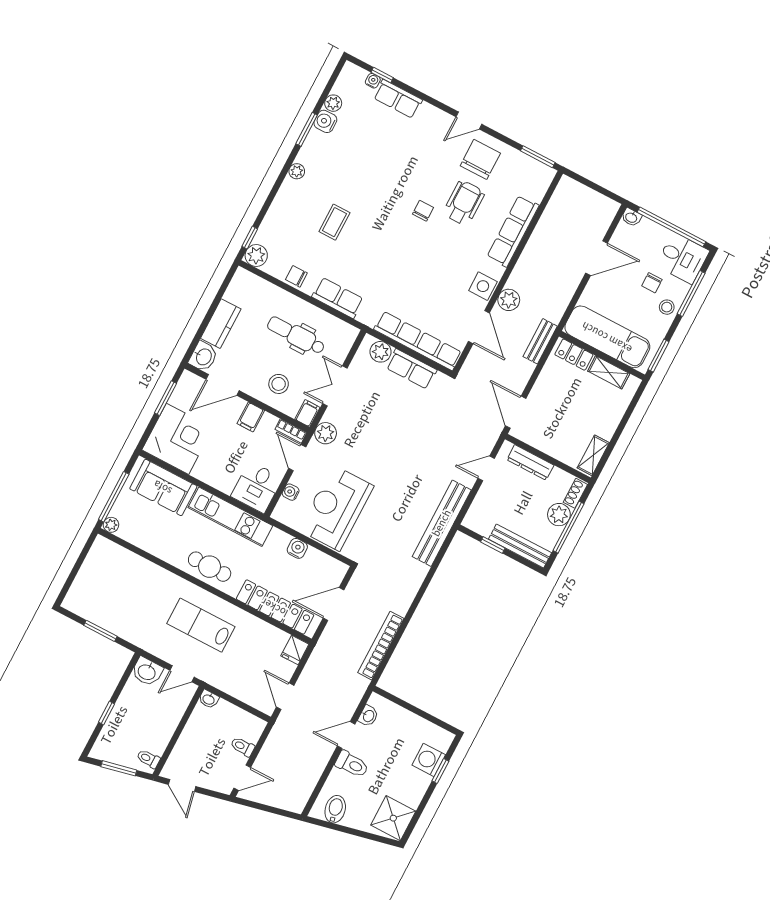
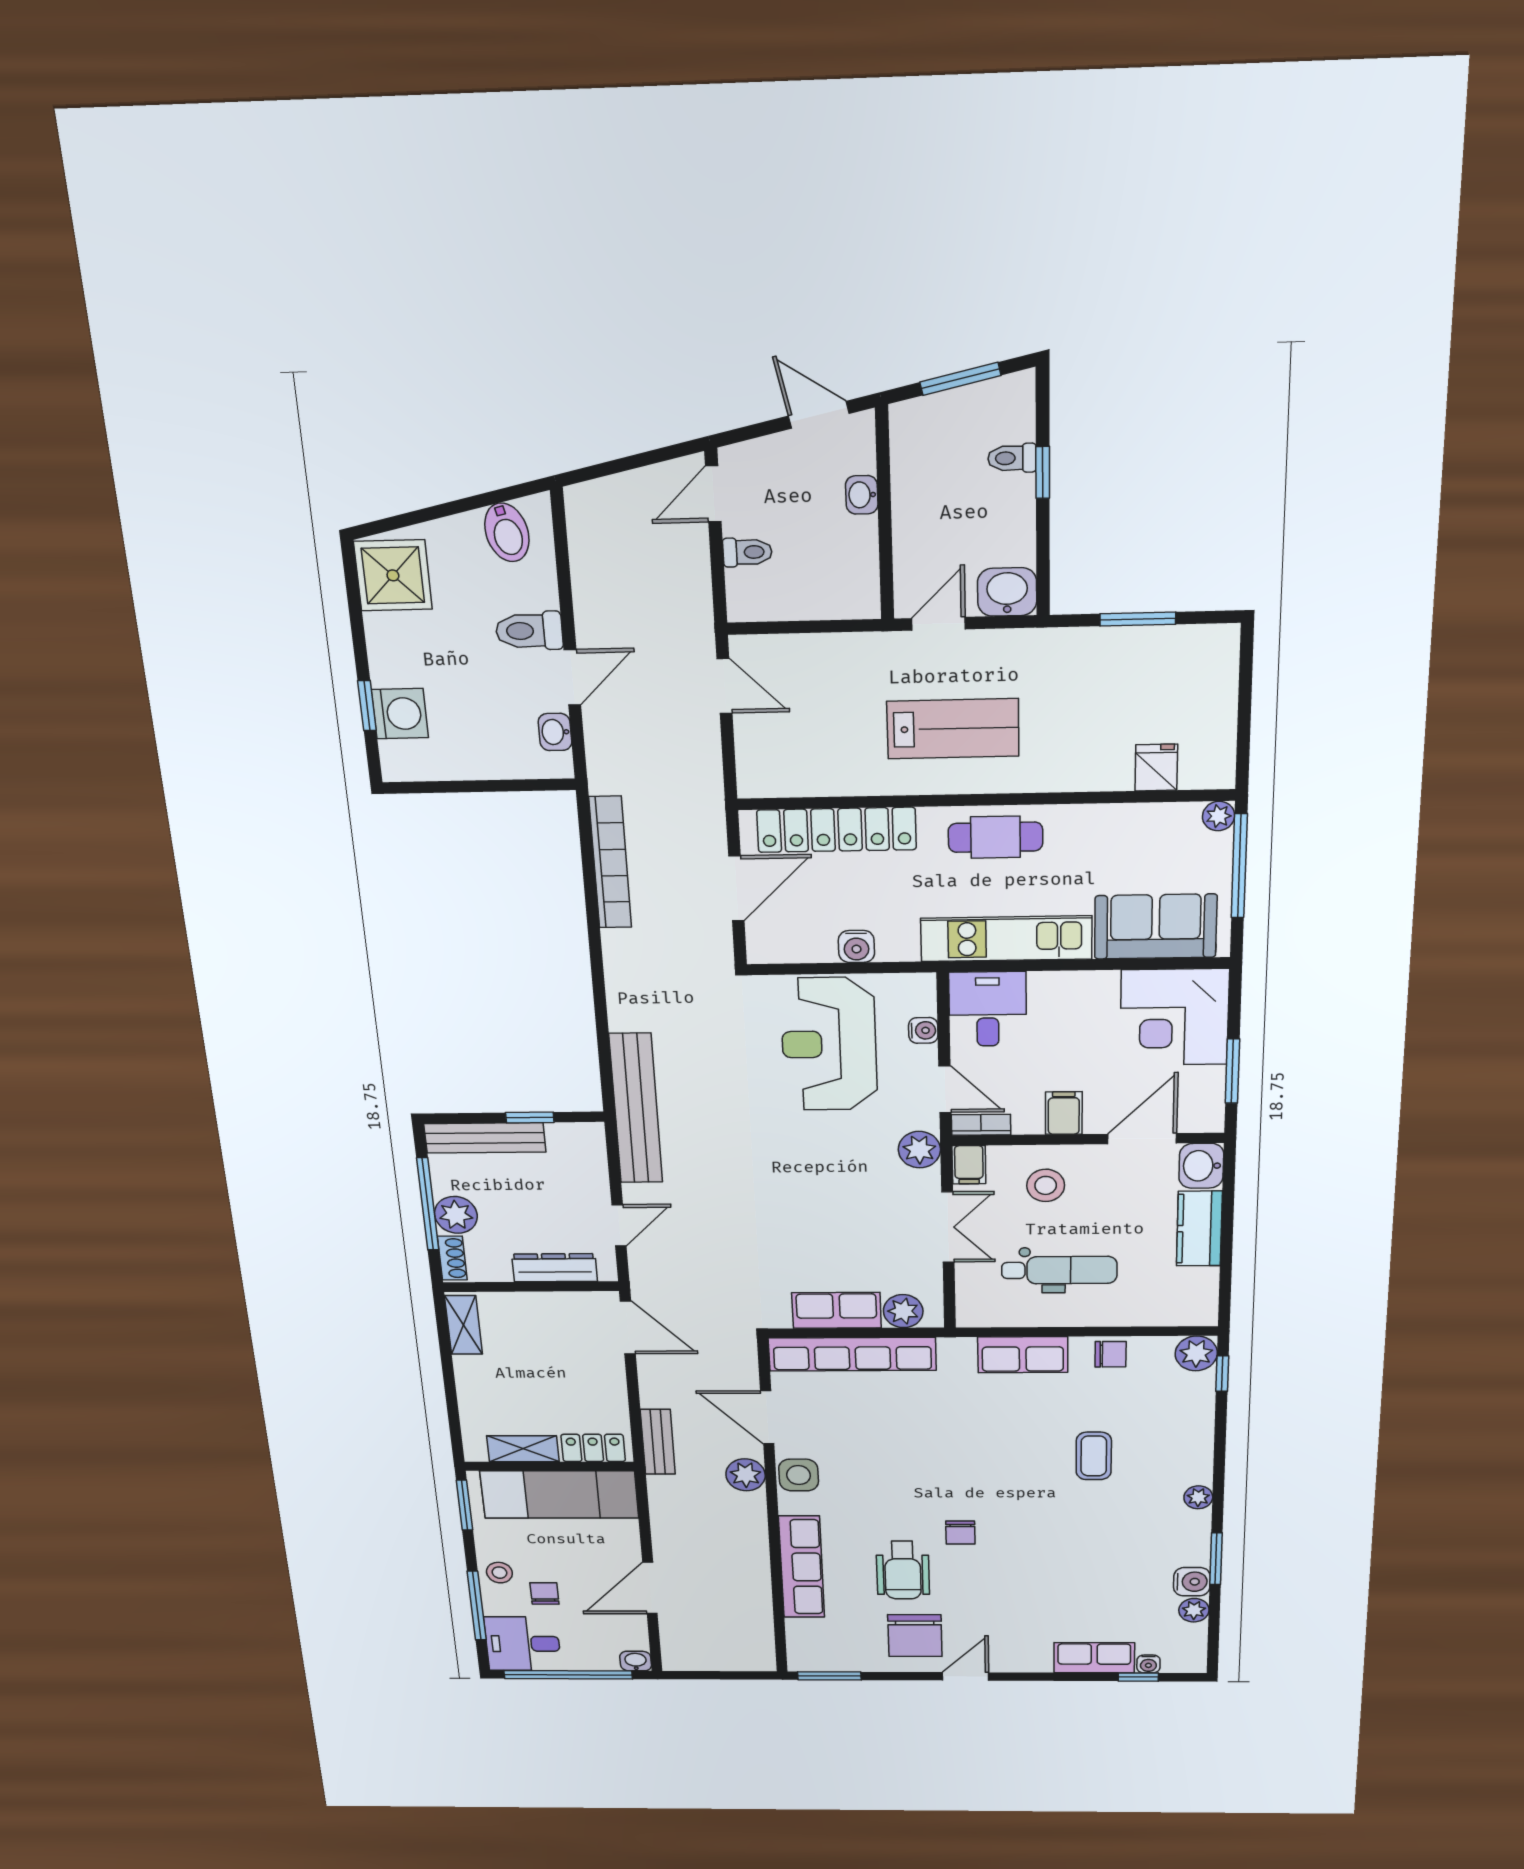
reception desk: (336, 508) -> (829, 1044), turned 180
fridge: (295, 650) -> (1156, 768), moved
washbasin: (209, 699) -> (862, 495), moved, turned -90
toilet: (148, 759) -> (1012, 458), moved, turned 180

